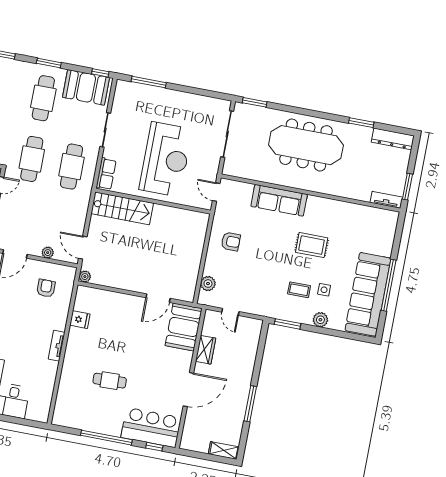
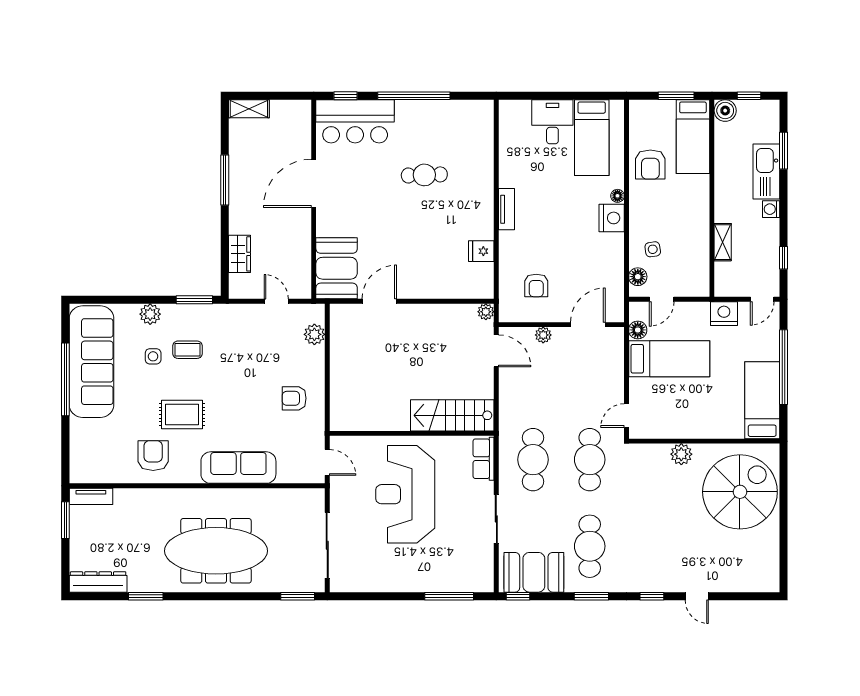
armchair: (337, 220) -> (153, 456), added
wardrobe: (206, 350) -> (239, 254), moved, turned 180

